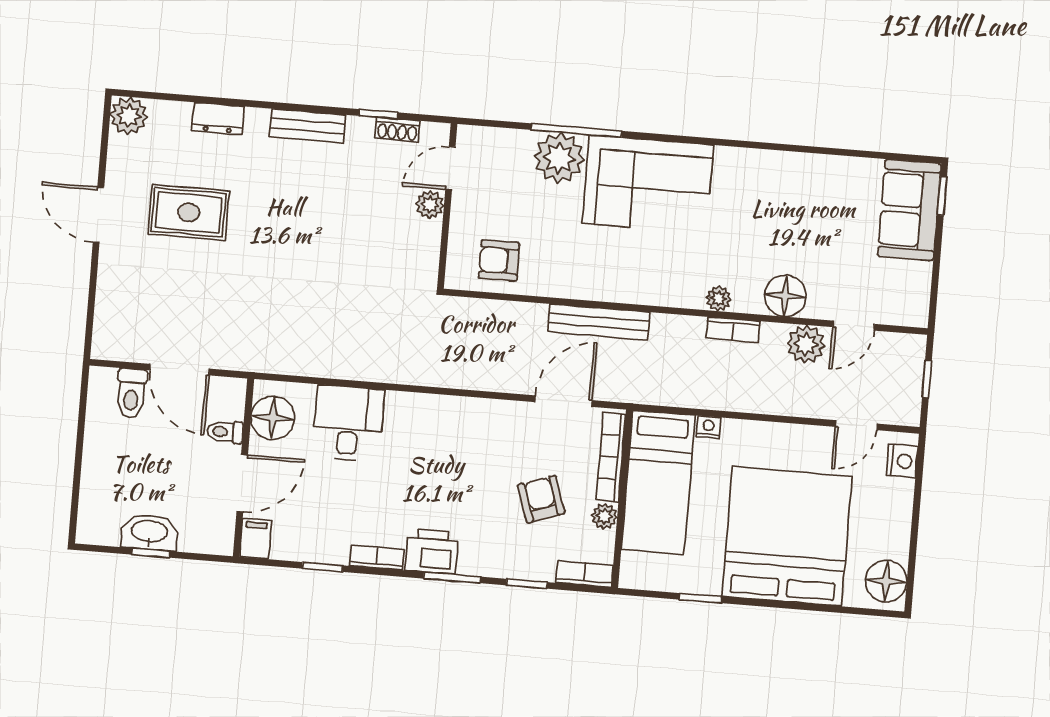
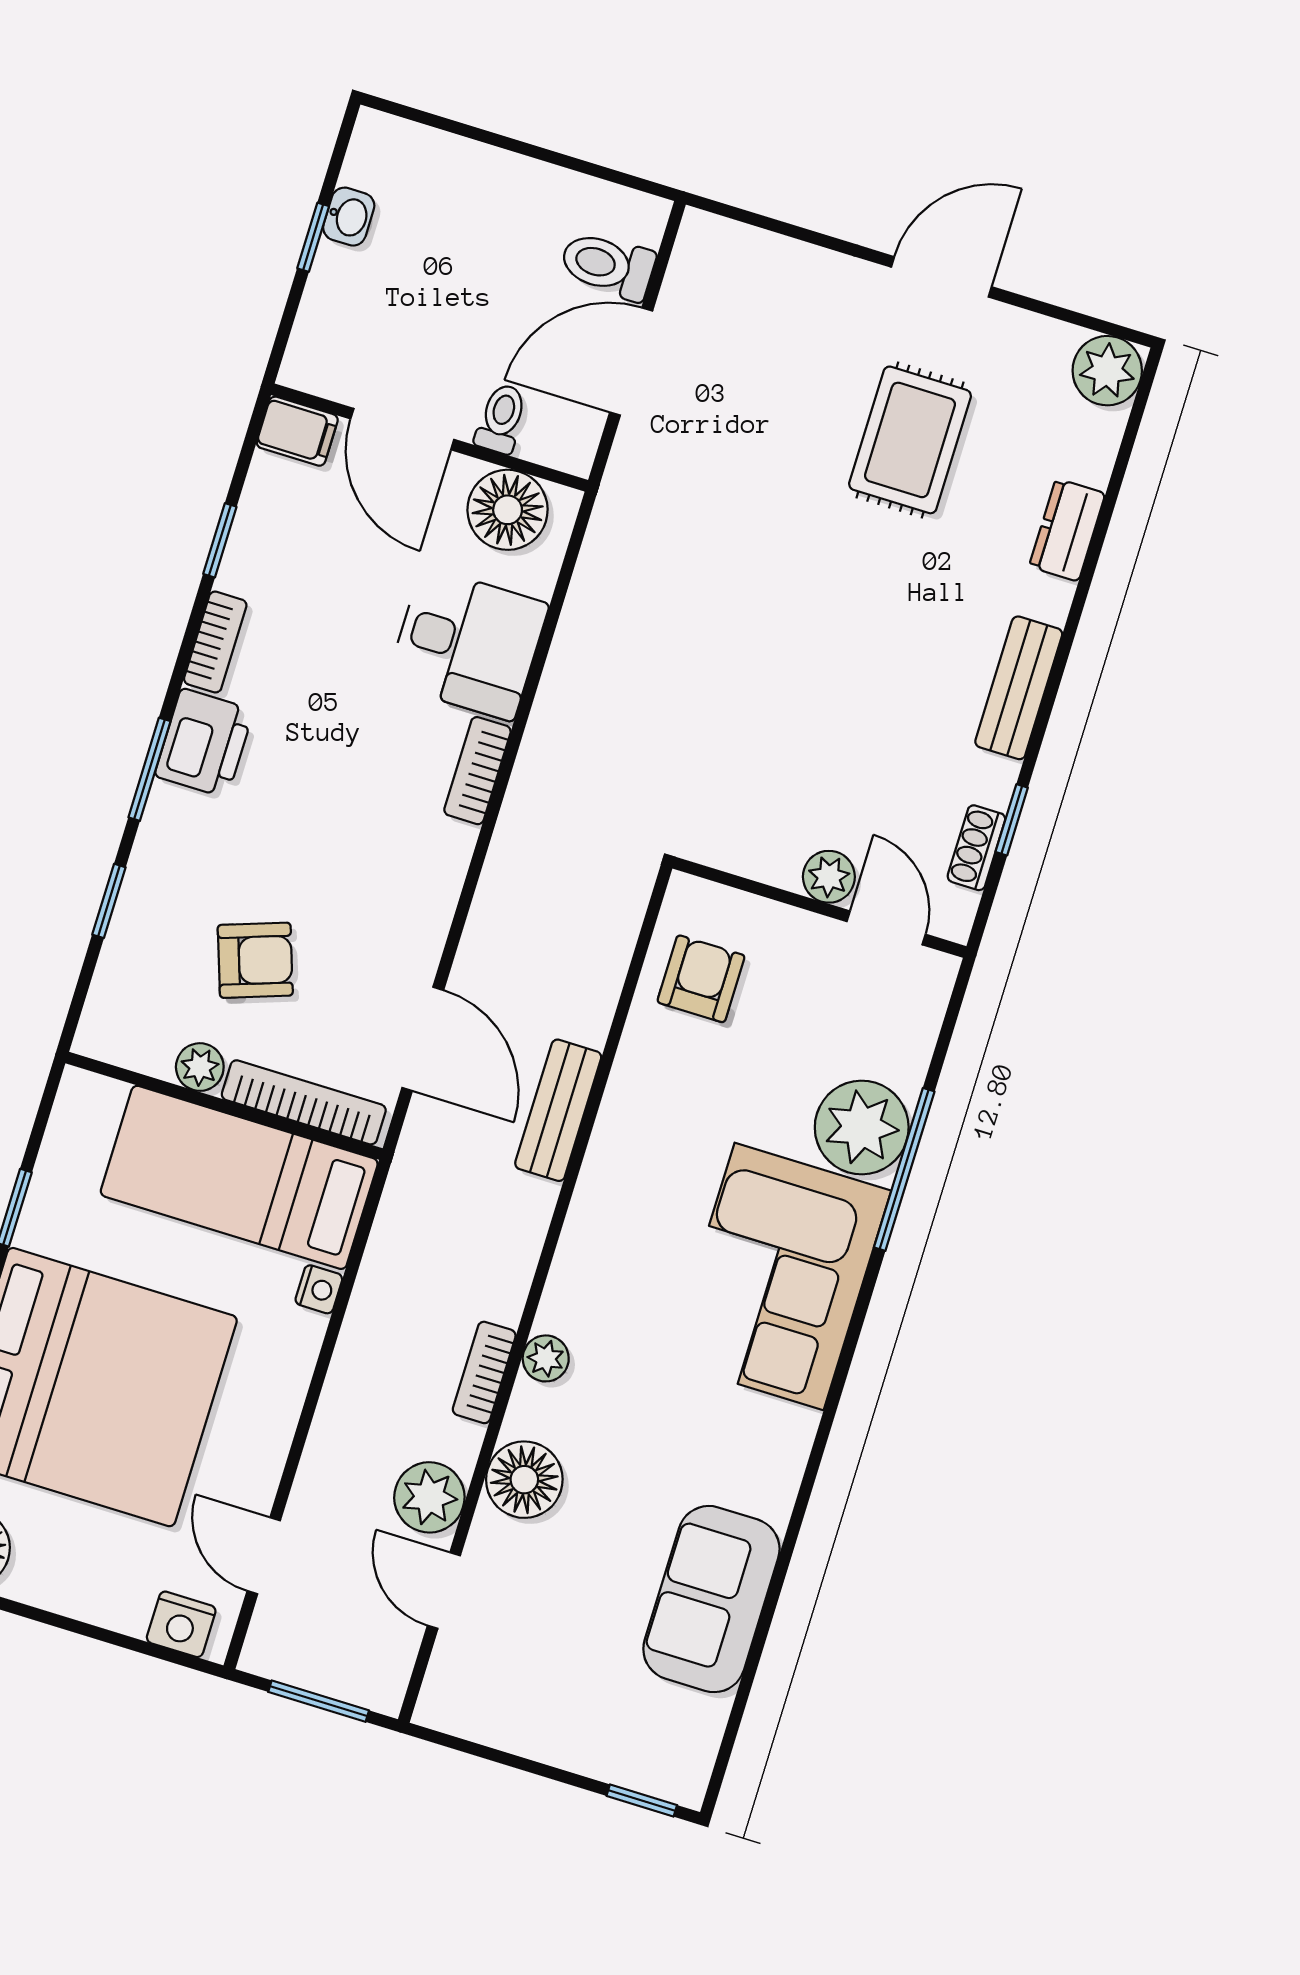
sofa: (909, 210) -> (711, 1599), moved, turned -90
bench: (599, 322) -> (558, 1110), width x0.73
window: (927, 379) -> (319, 1701), width x1.50
washbasin: (149, 532) -> (349, 217), width x0.52, depth x0.69
bookcase: (585, 574) -> (477, 771), moved, turned 180

